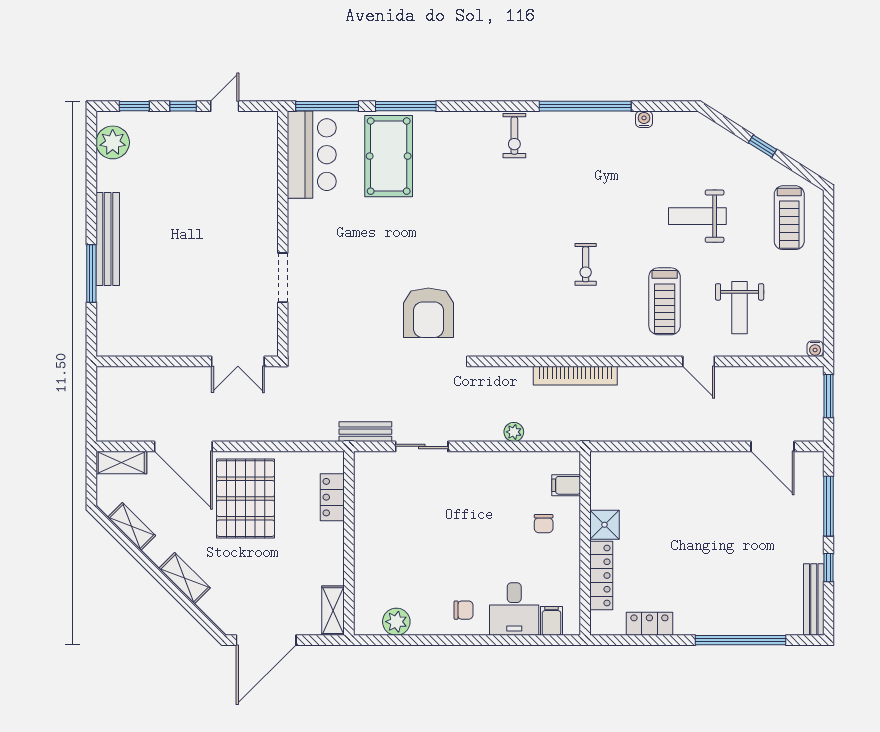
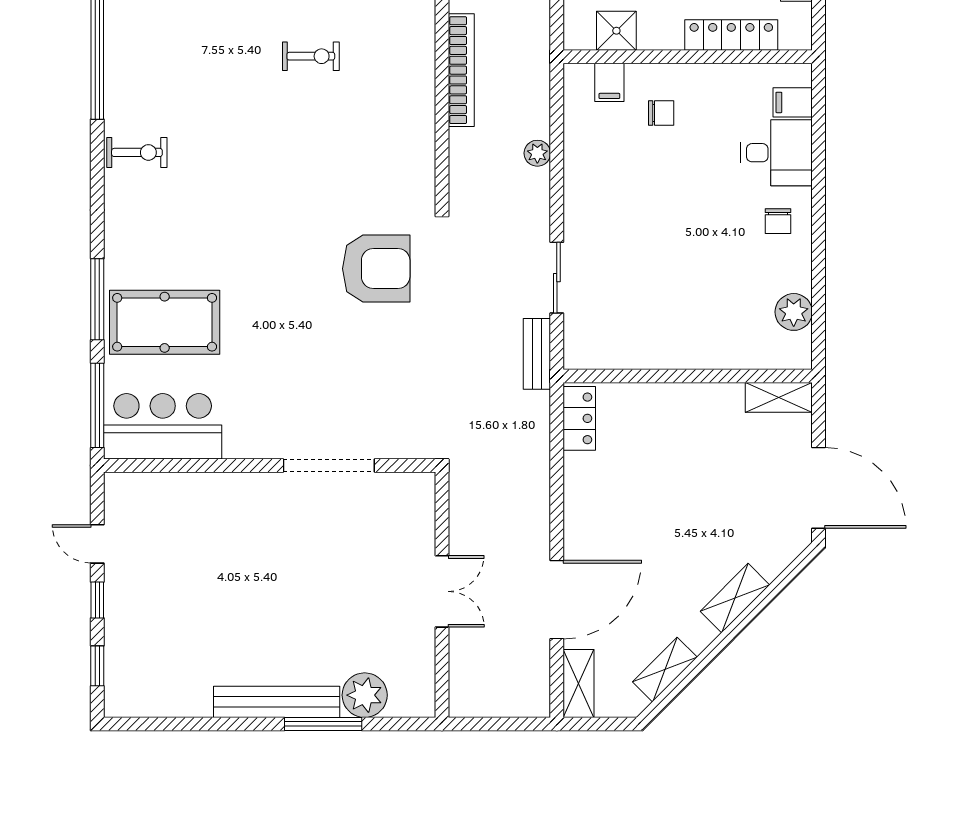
plant: (113, 142) -> (365, 695), moved
doorway: (283, 278) -> (329, 465), width x1.36
double door: (238, 361) -> (442, 591), moved
locker: (332, 497) -> (579, 418), moved, turned -90
pallet: (246, 499) -> (627, 516), removed
shower: (604, 525) -> (616, 31), moved
chair: (464, 610) -> (778, 221), turned 180

